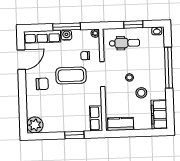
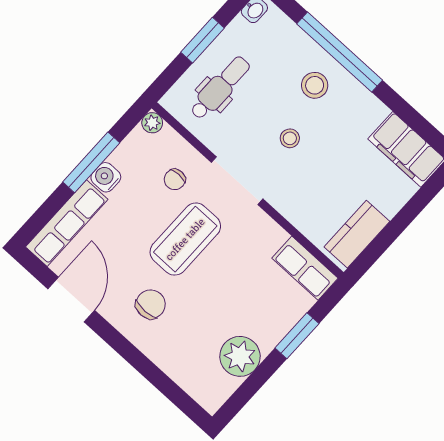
stool: (141, 93) -> (315, 85), moved
plant: (35, 125) -> (240, 356), moved

